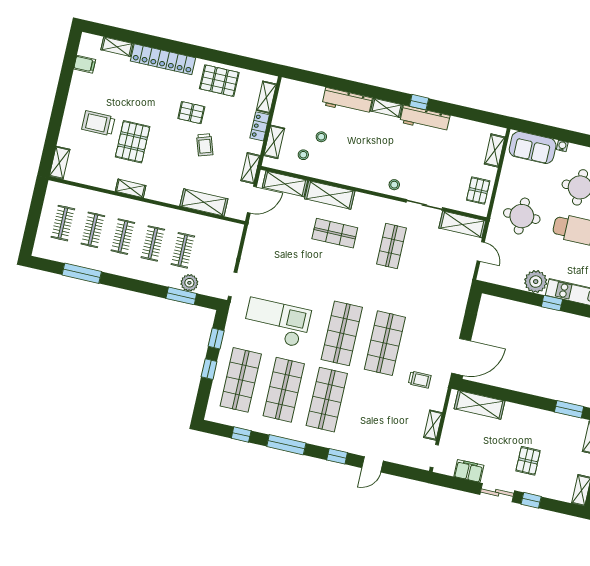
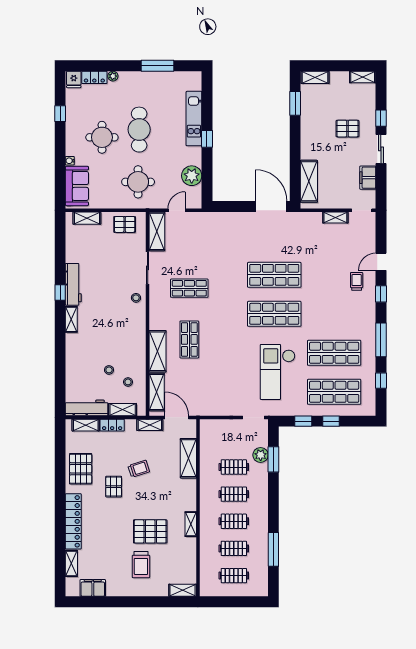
filing cabinet: (85, 64) -> (93, 588), width x2.00
workbench: (347, 101) -> (87, 408), moved, turned -90
plant: (536, 282) -> (192, 176), moved
trolley: (420, 380) -> (357, 281), moved
shop shelf: (327, 400) -> (334, 314), removed
door: (372, 464) -> (381, 262), swing flipped

